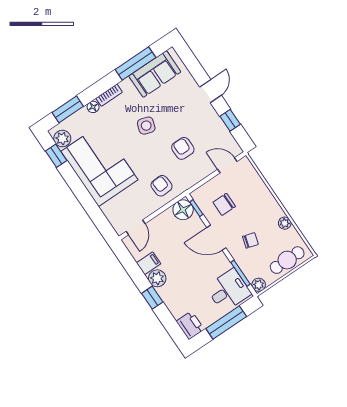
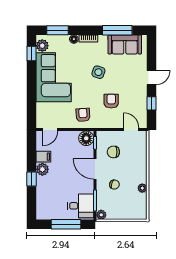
cafe table: (287, 260) -> (129, 212), removed
printer: (190, 325) -> (43, 211), removed

